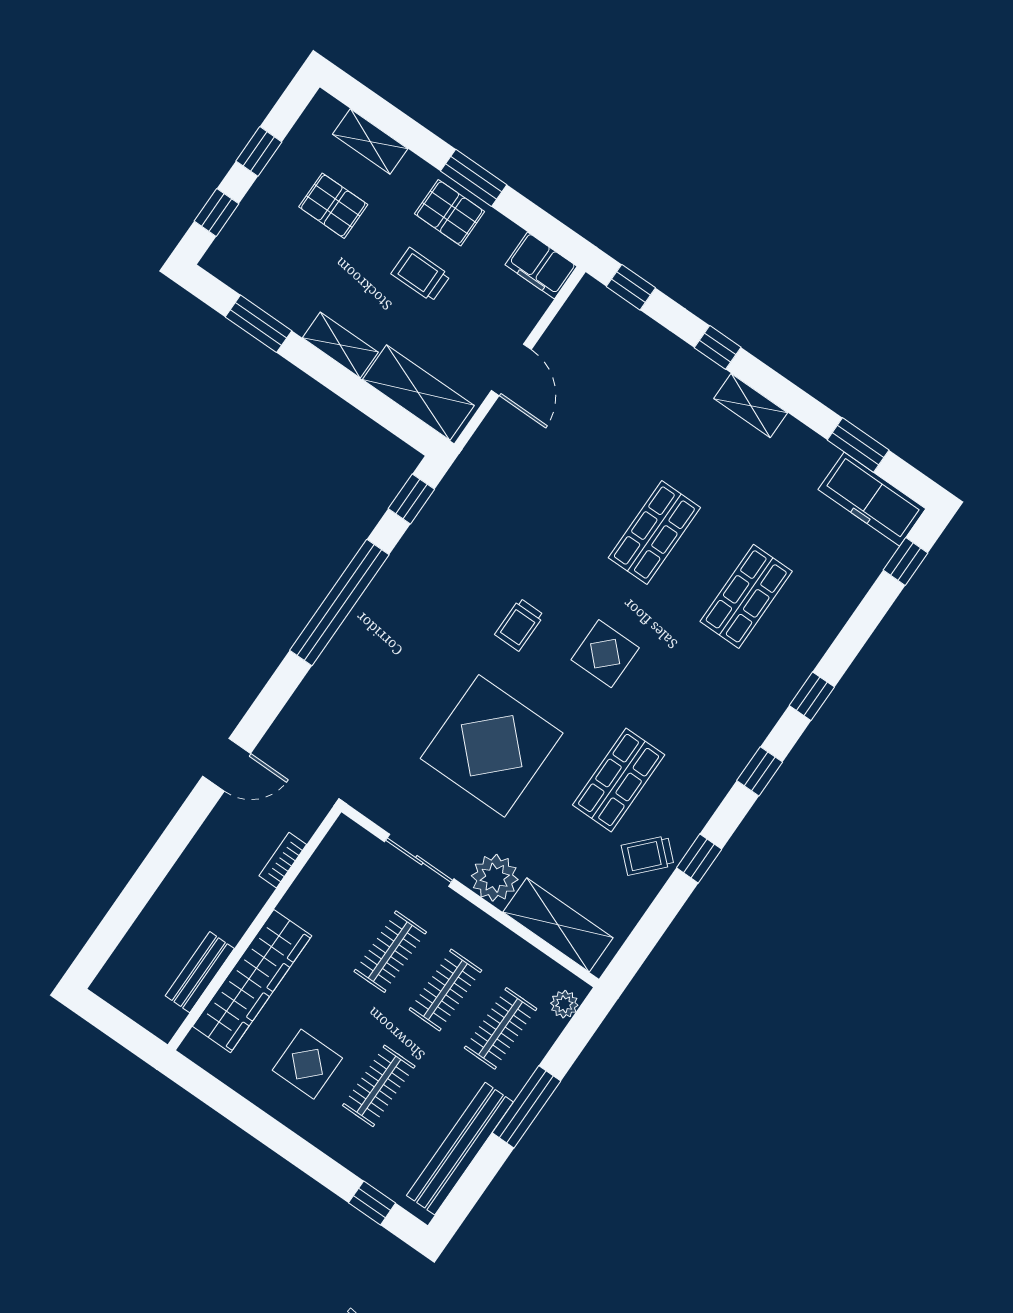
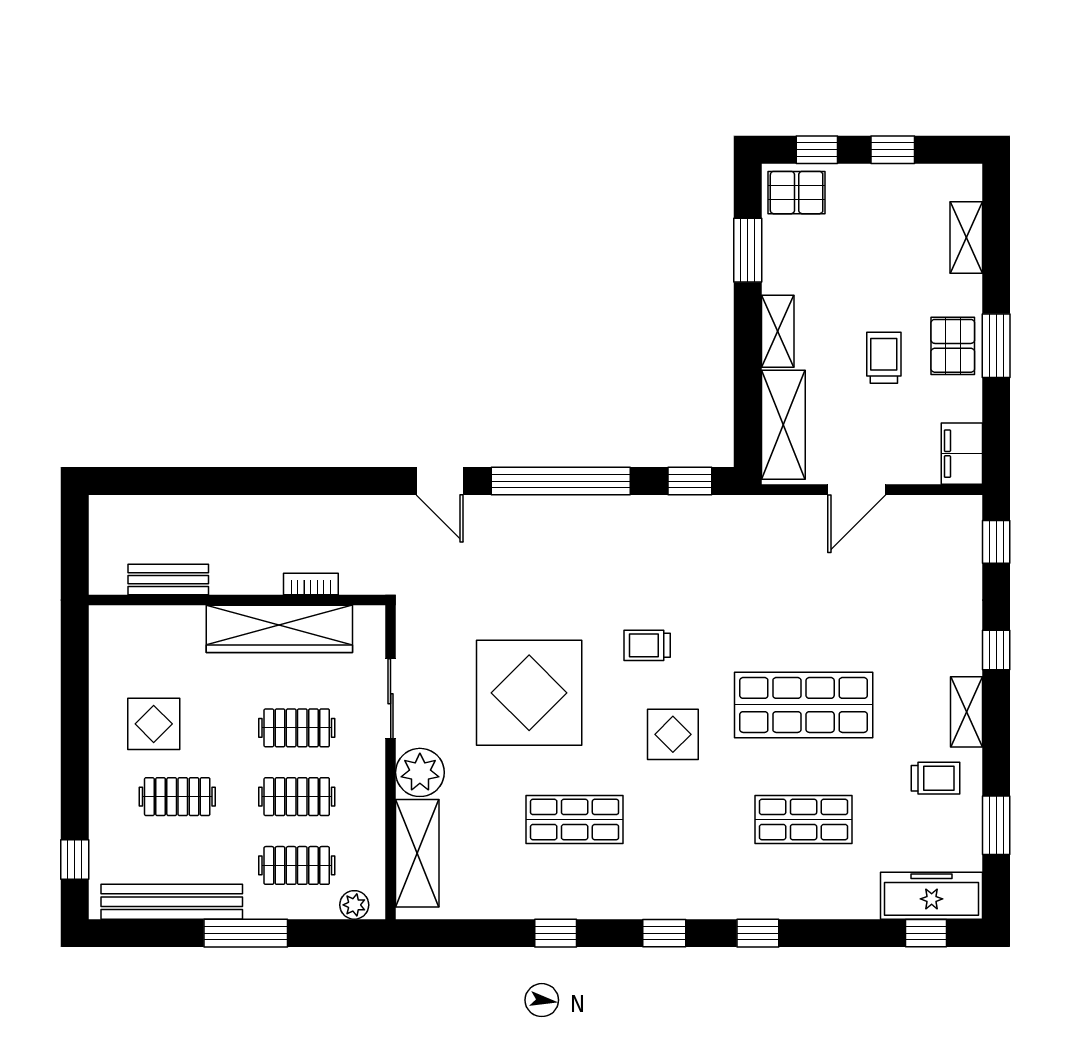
pallet: (333, 206) -> (797, 193), moved, turned 90
freezer: (872, 499) -> (932, 896), moved, turned 90
shop shelf: (654, 533) -> (804, 705), width x1.43, depth x1.36
door: (227, 765) -> (440, 481), moved
trolley: (648, 855) -> (935, 778), moved, turned 137
wardrobe: (252, 981) -> (279, 629), moved

